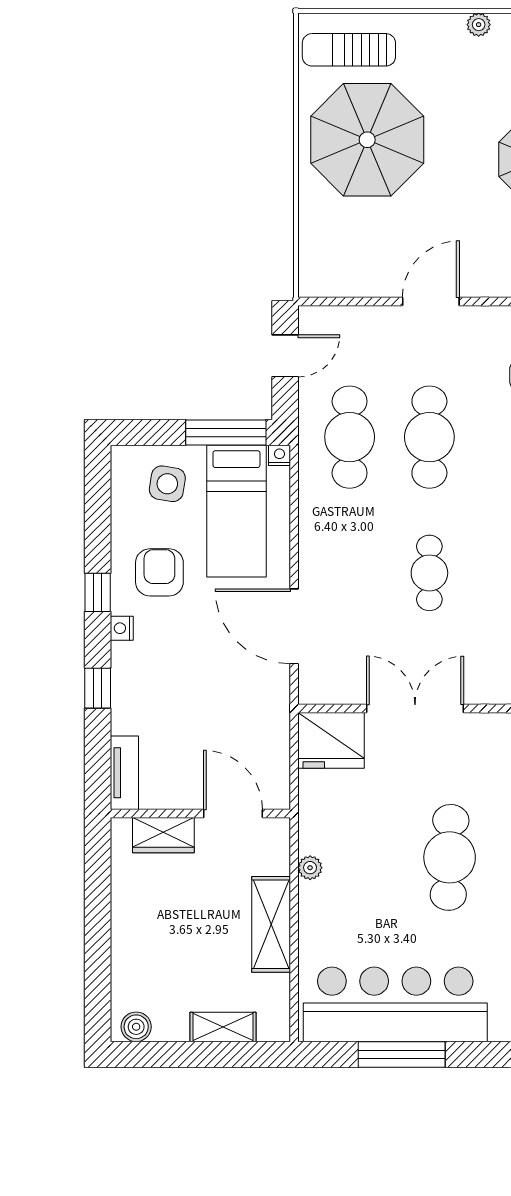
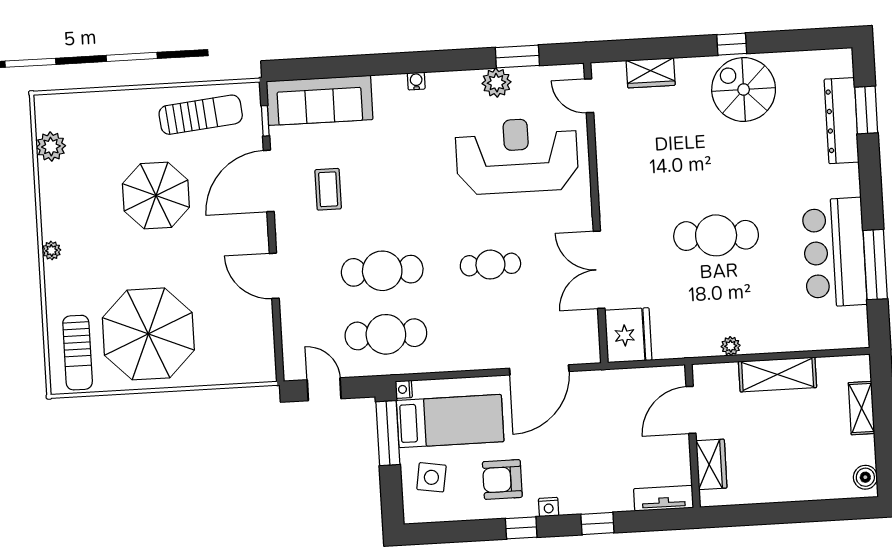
bar counter: (395, 1004) -> (834, 252), width x0.73

